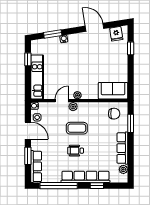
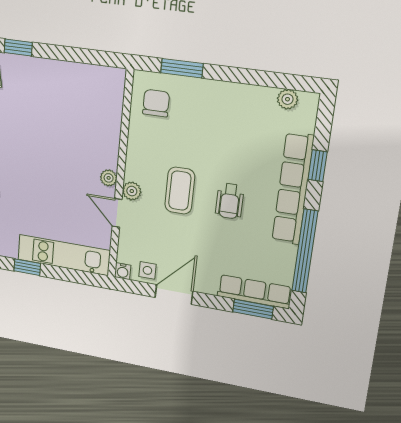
sofa: (113, 91) -> (105, 99), removed
row of seats: (122, 148) -> (237, 95), removed
window: (28, 156) -> (253, 309), moved

